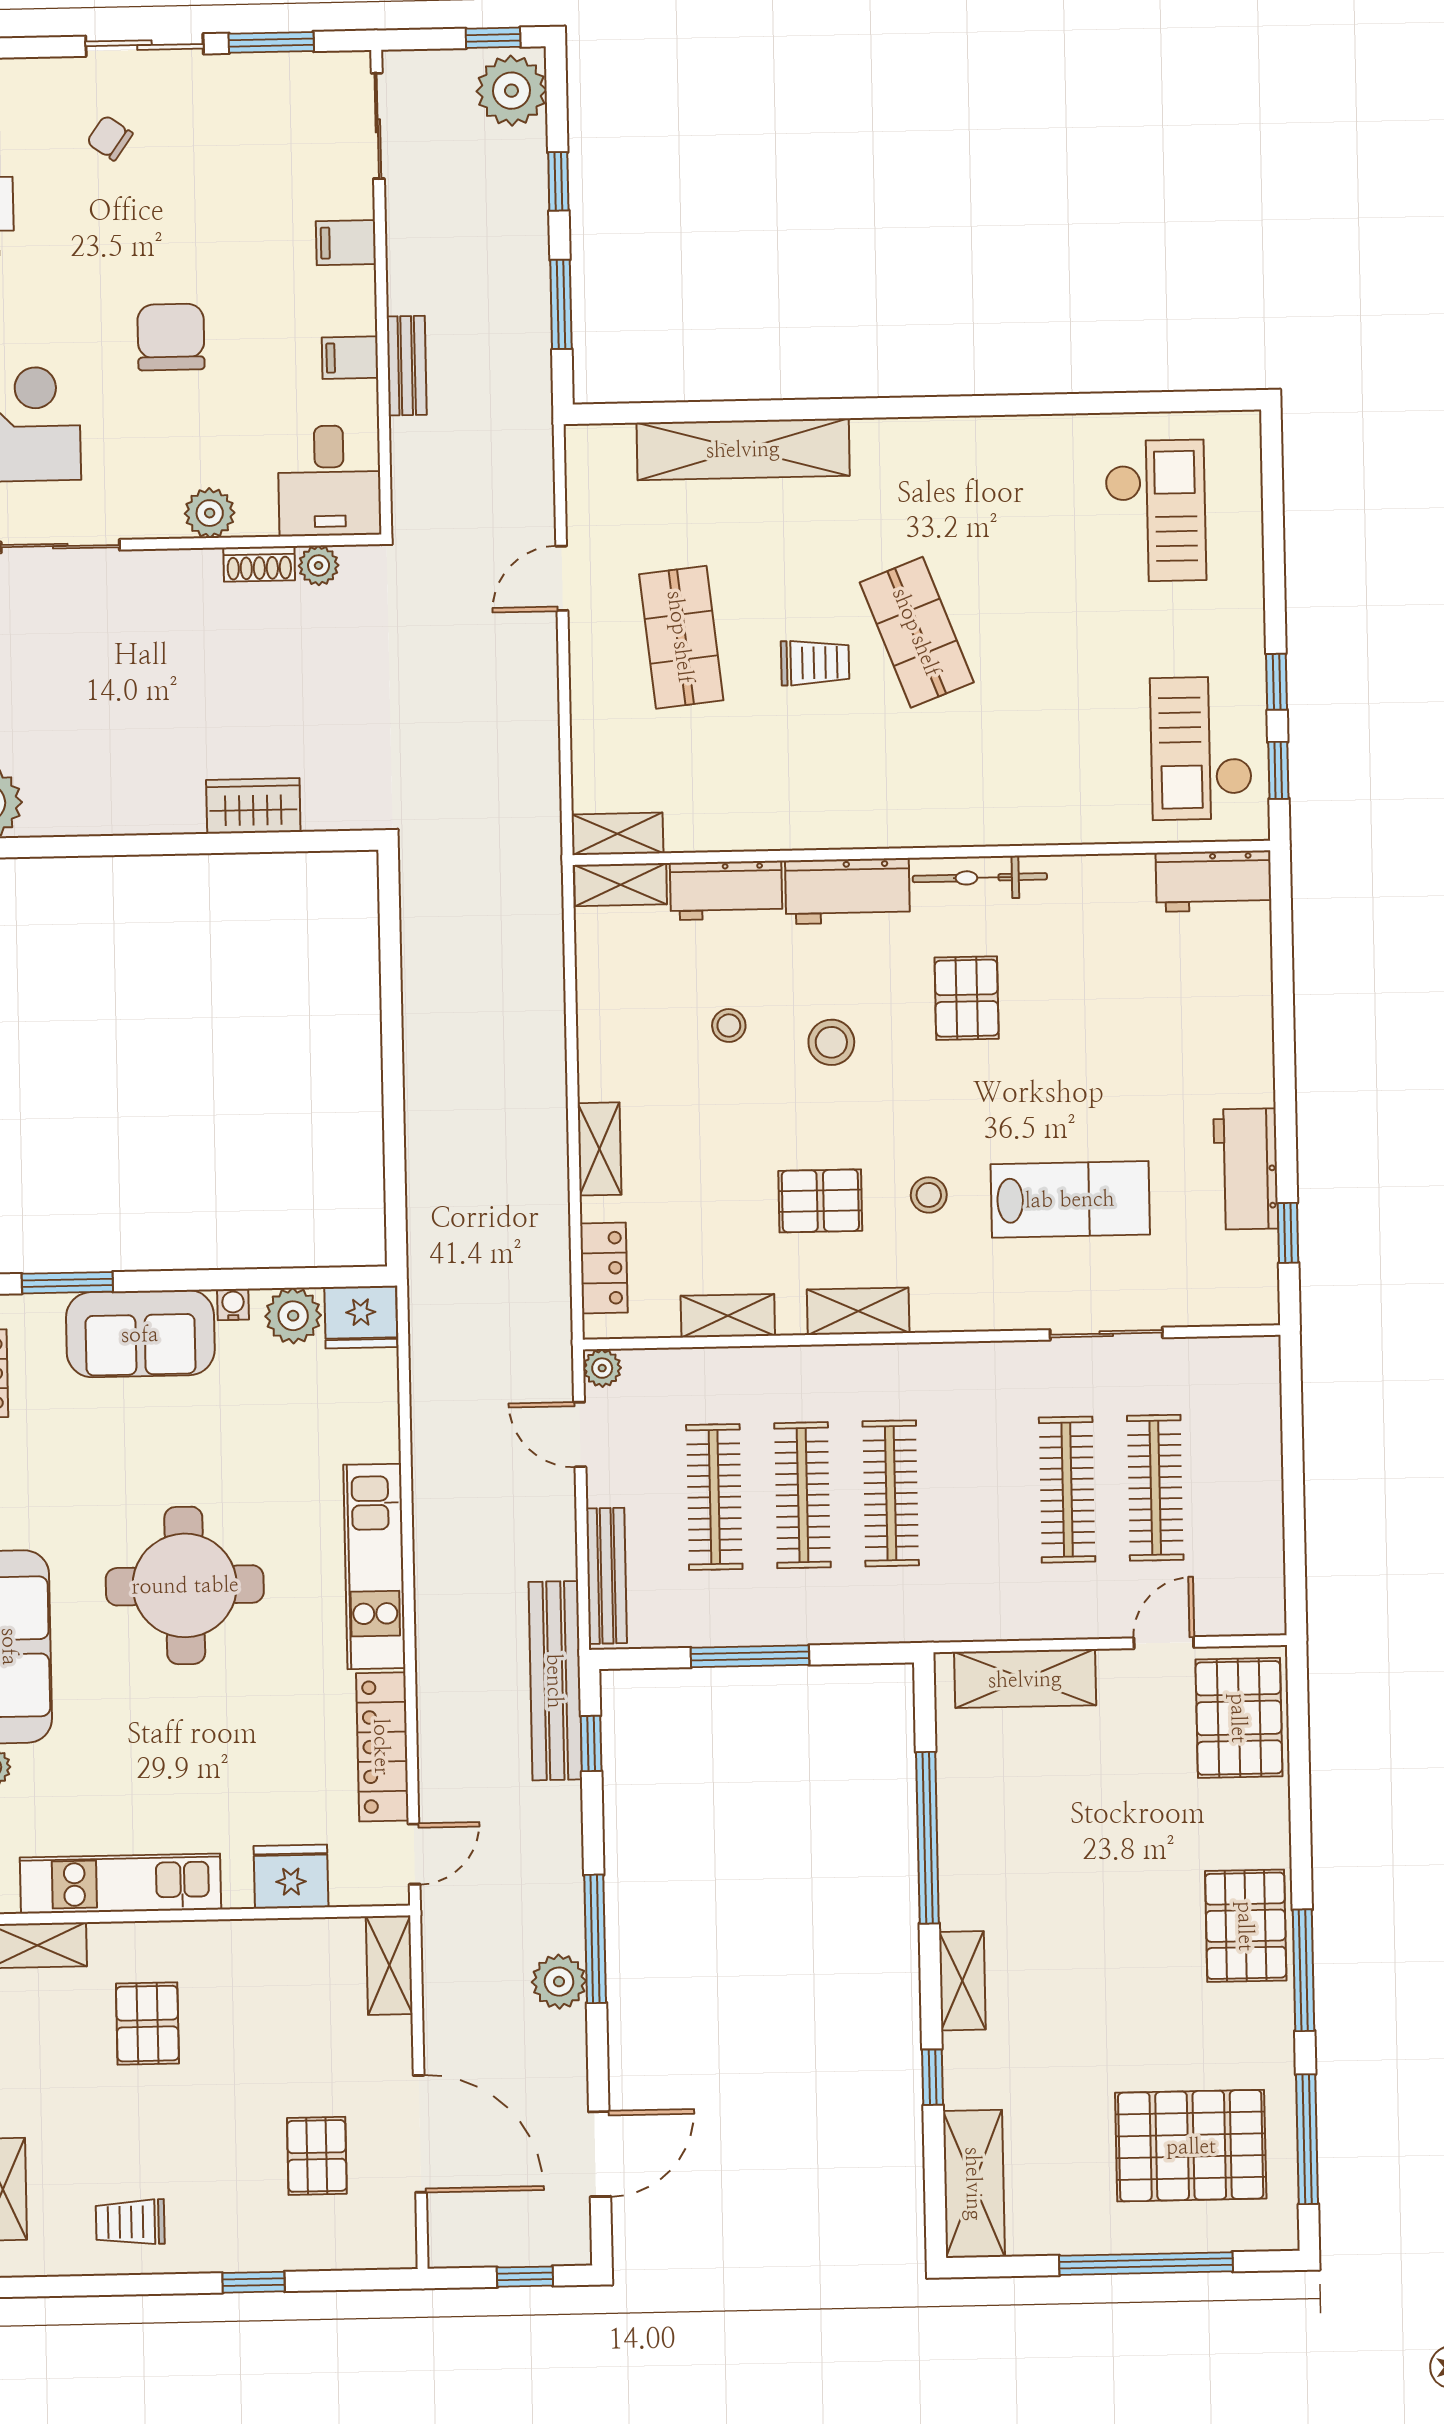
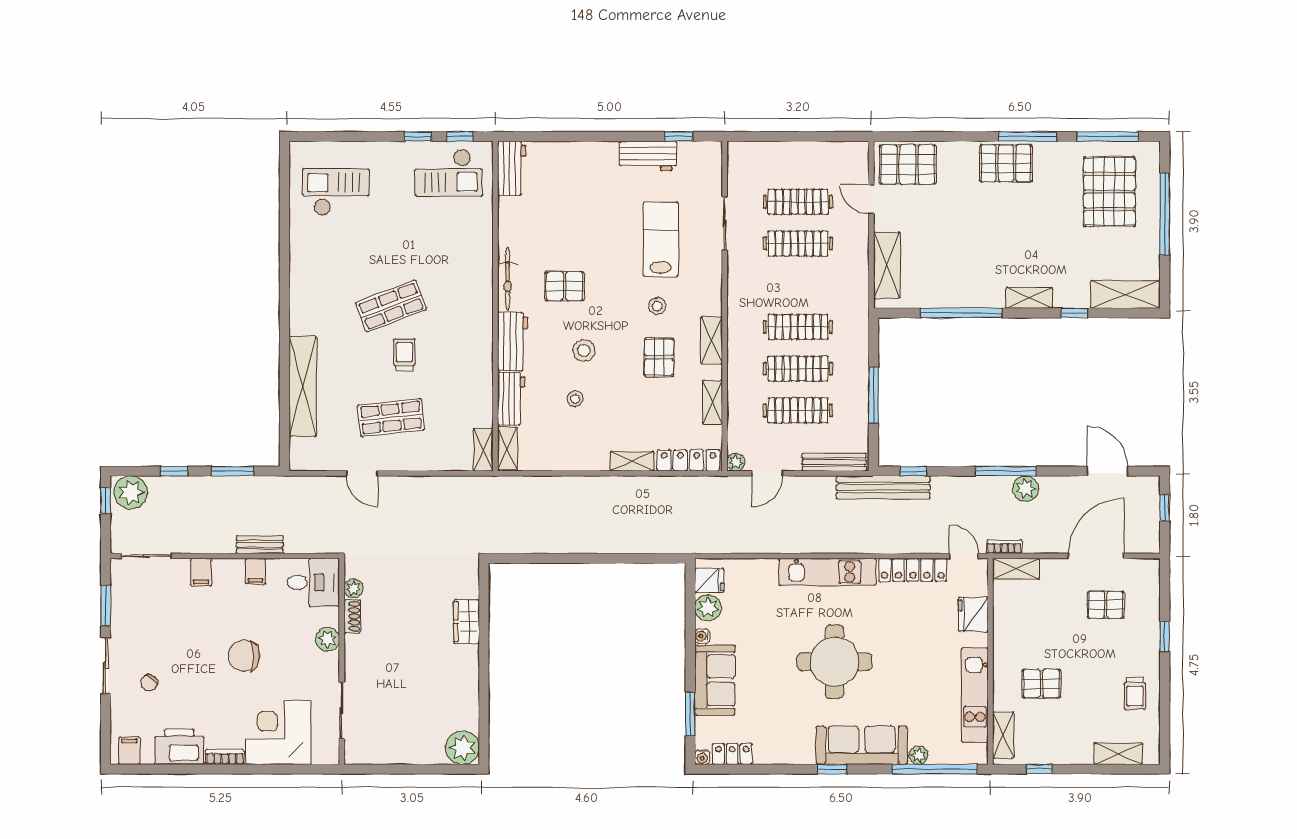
locker: (604, 1268) -> (688, 460), width x1.53
fridge: (361, 1317) -> (709, 580), width x0.72
bookcase: (435, 1939) -> (1004, 547), added

